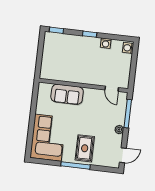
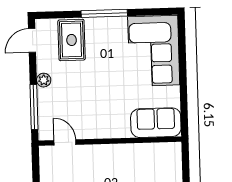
sofa: (67, 94) -> (156, 123), moved
rug: (85, 148) -> (72, 40), moved

